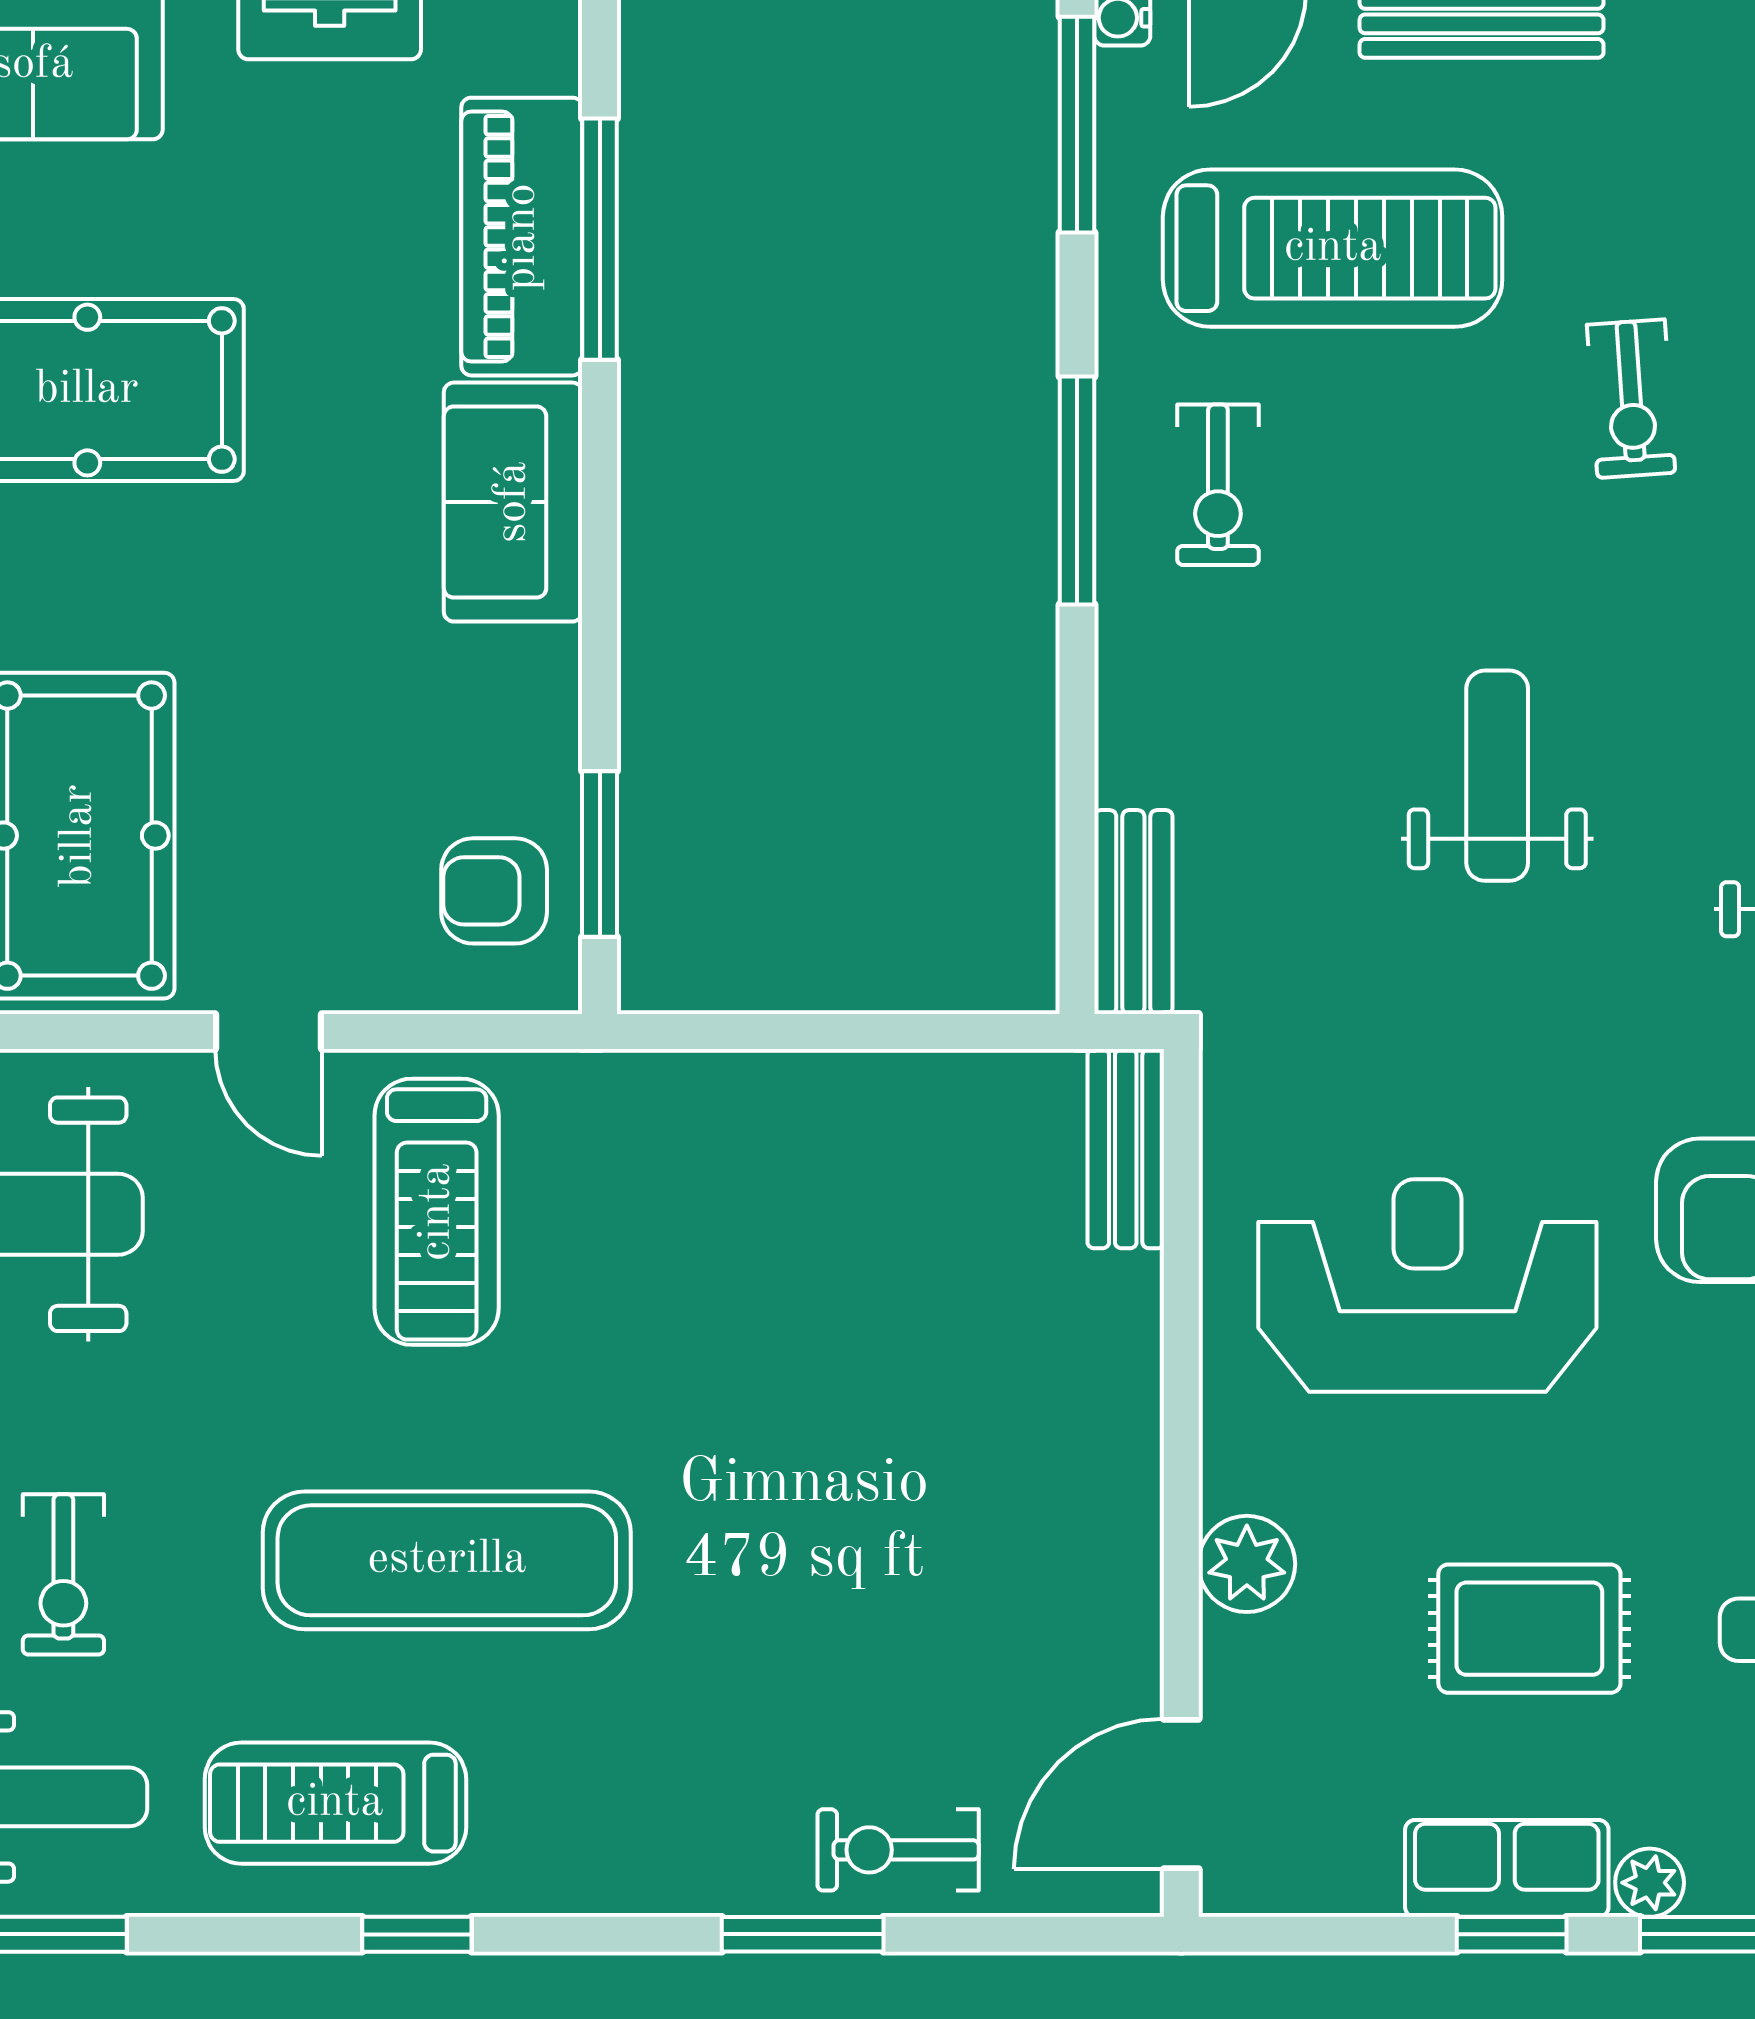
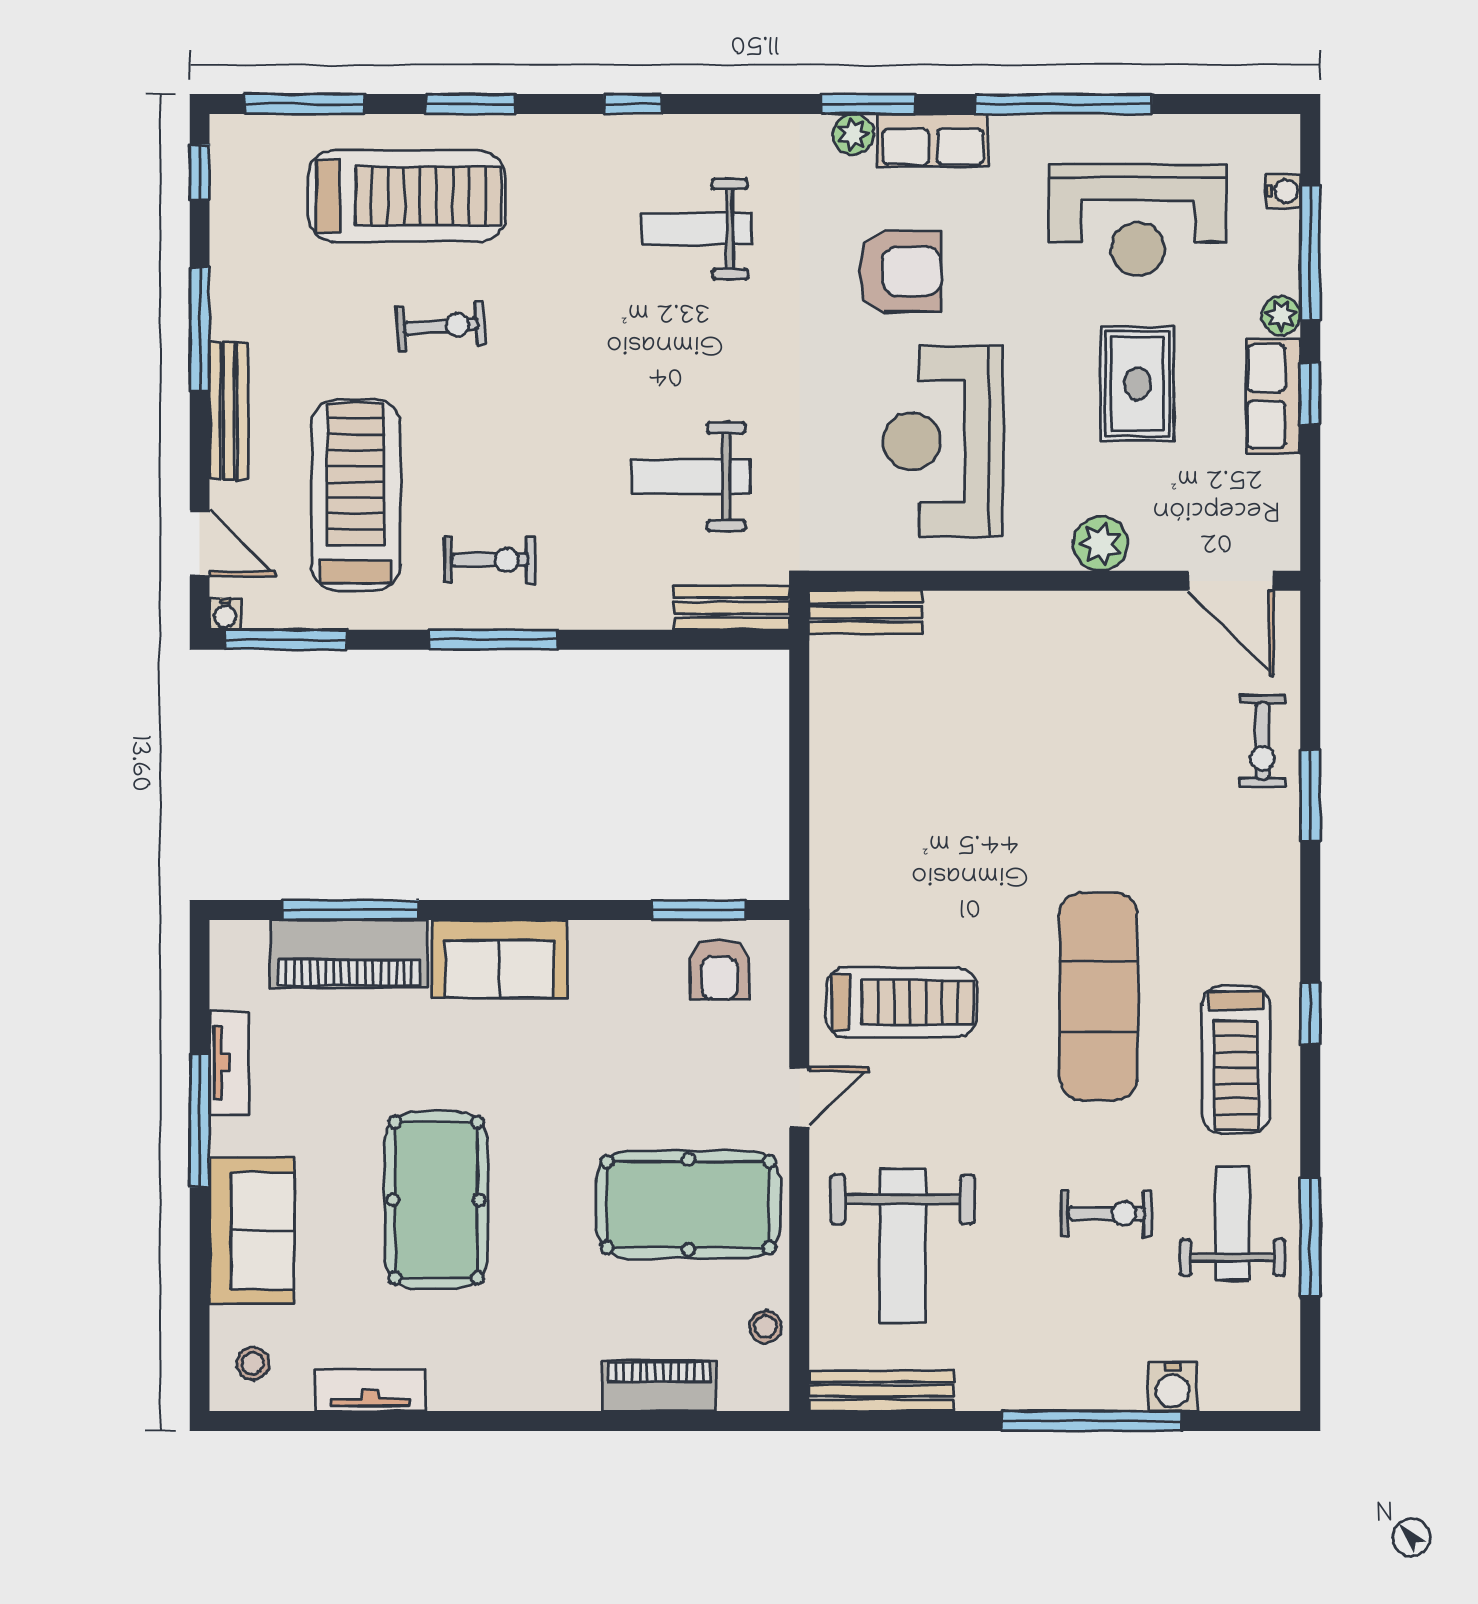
weight bench: (1497, 776) -> (690, 477), moved

